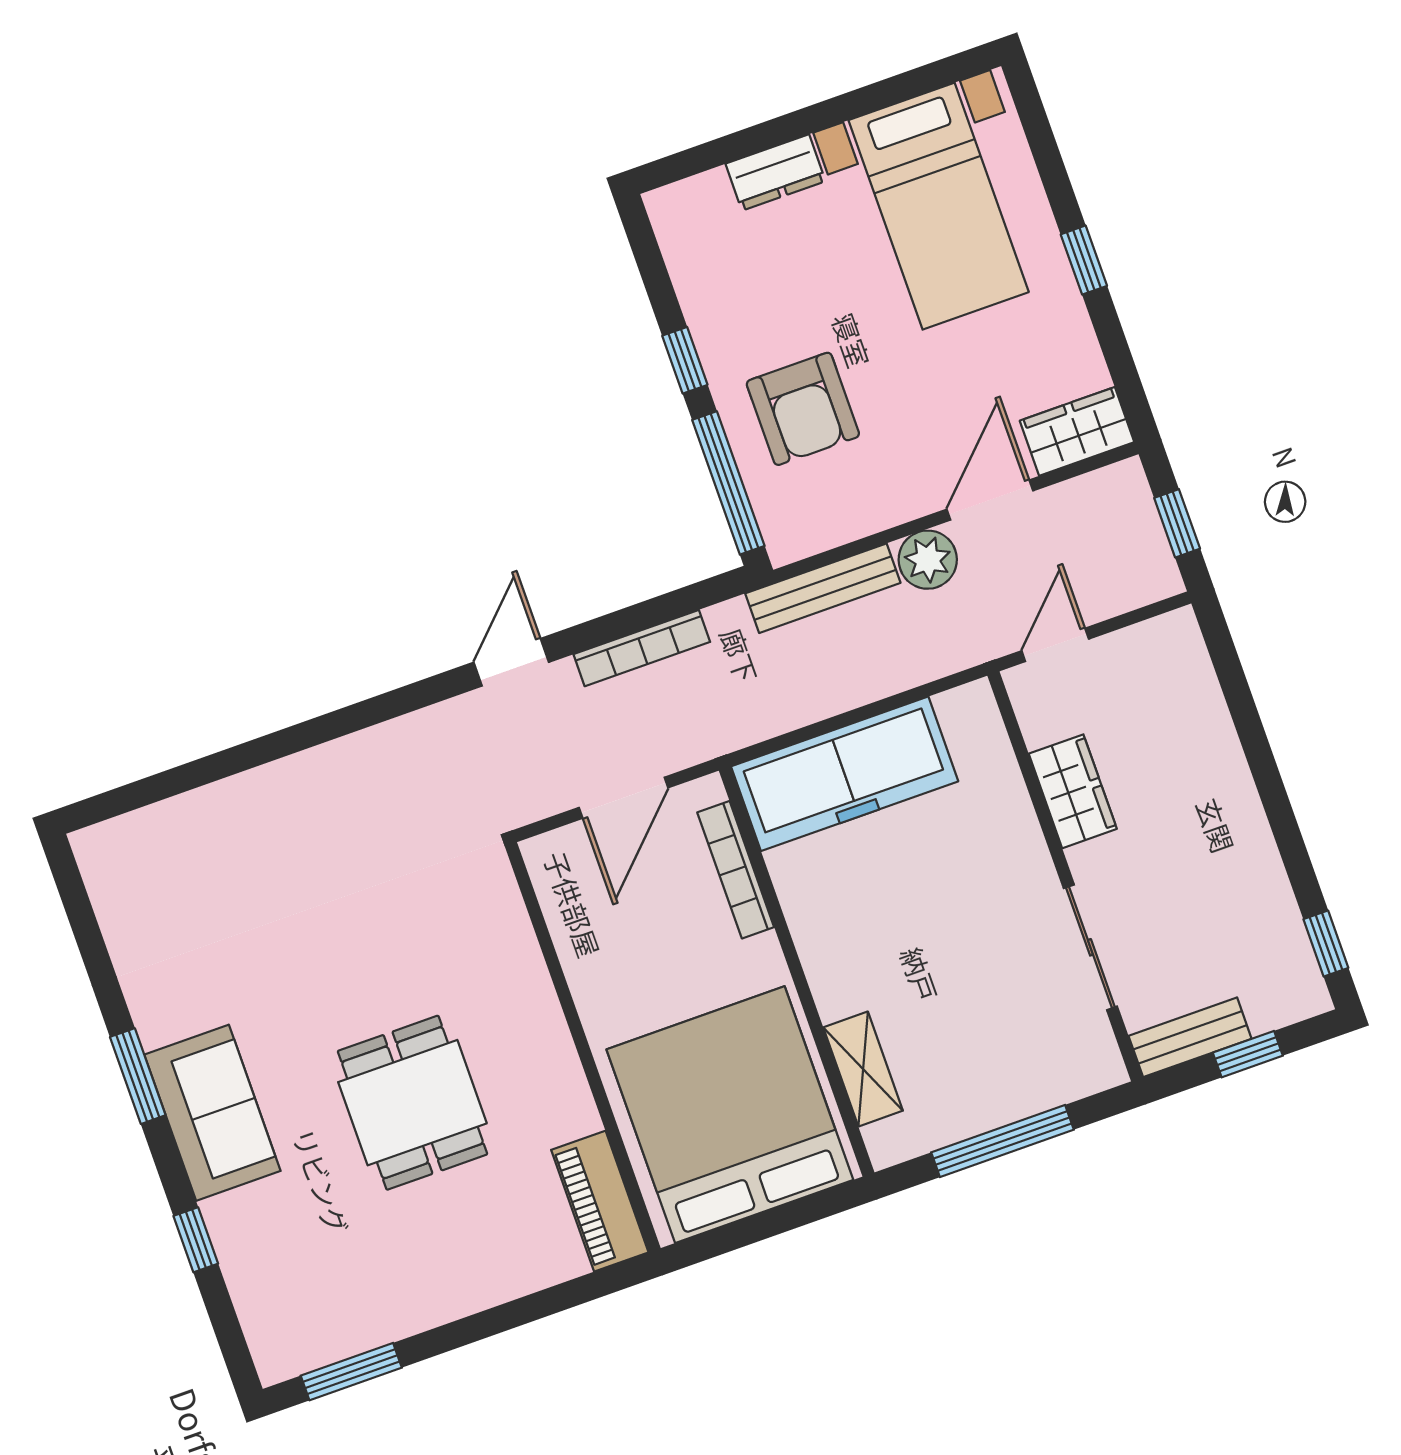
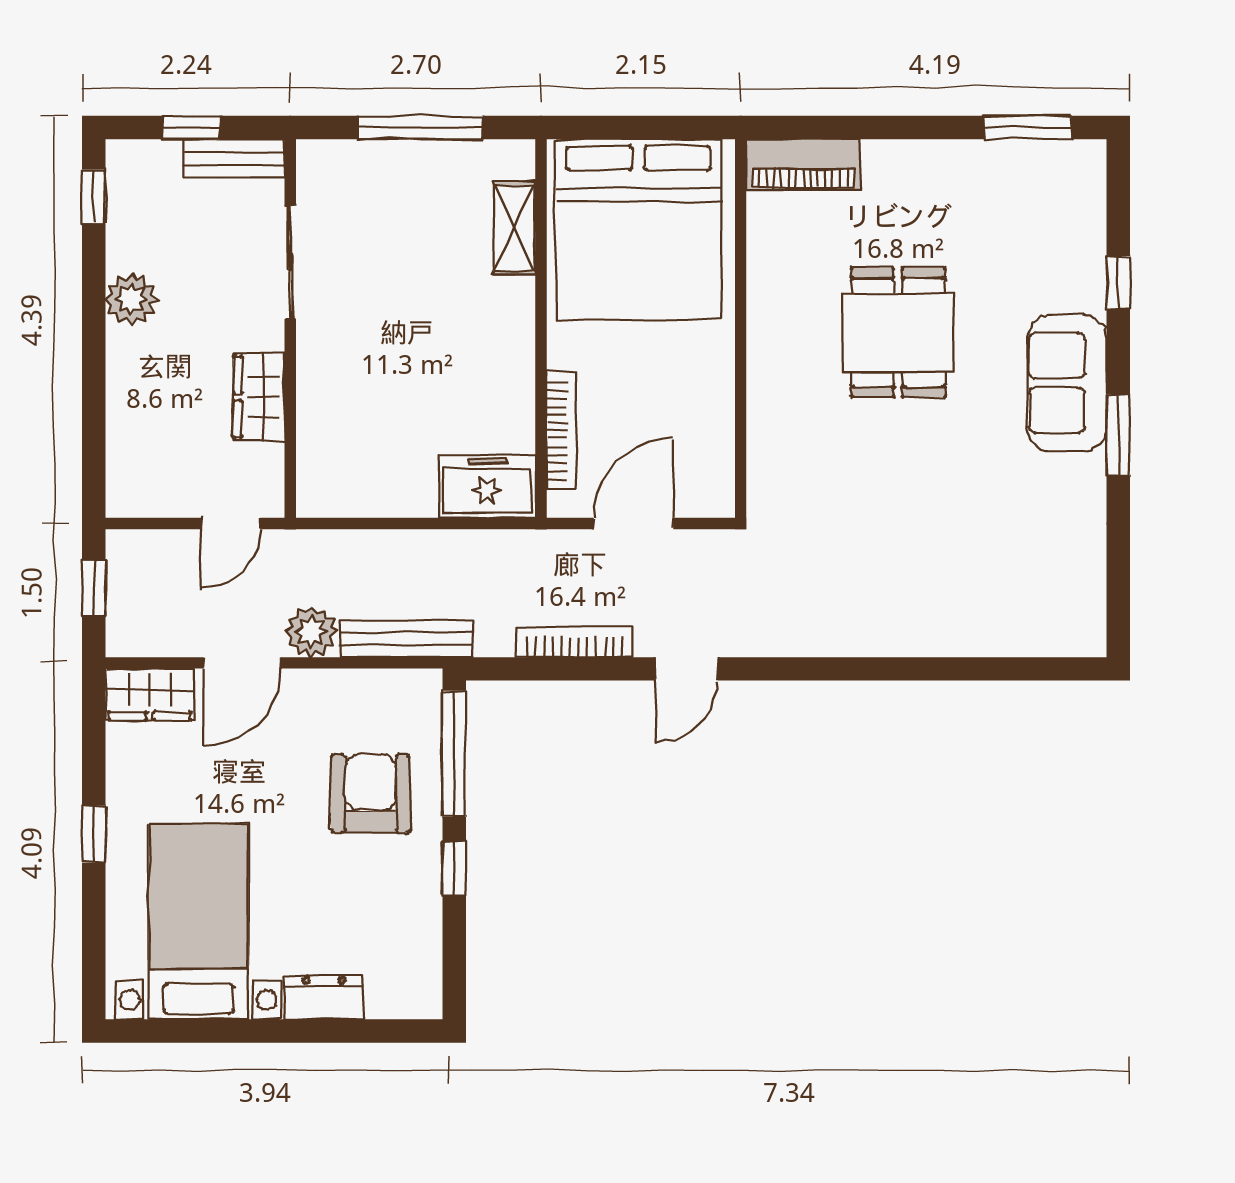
freezer: (845, 774) -> (487, 487), width x0.52, depth x0.79
plant: (1247, 848) -> (131, 299), added
piano: (600, 1201) -> (803, 164), moved, turned 90

